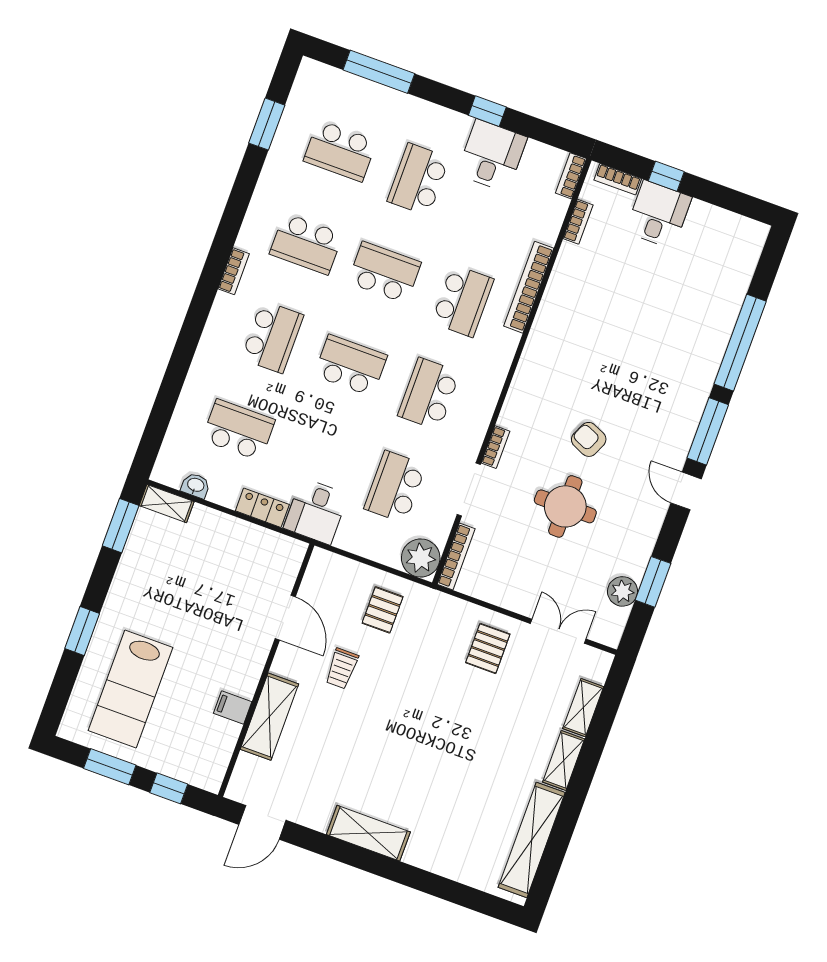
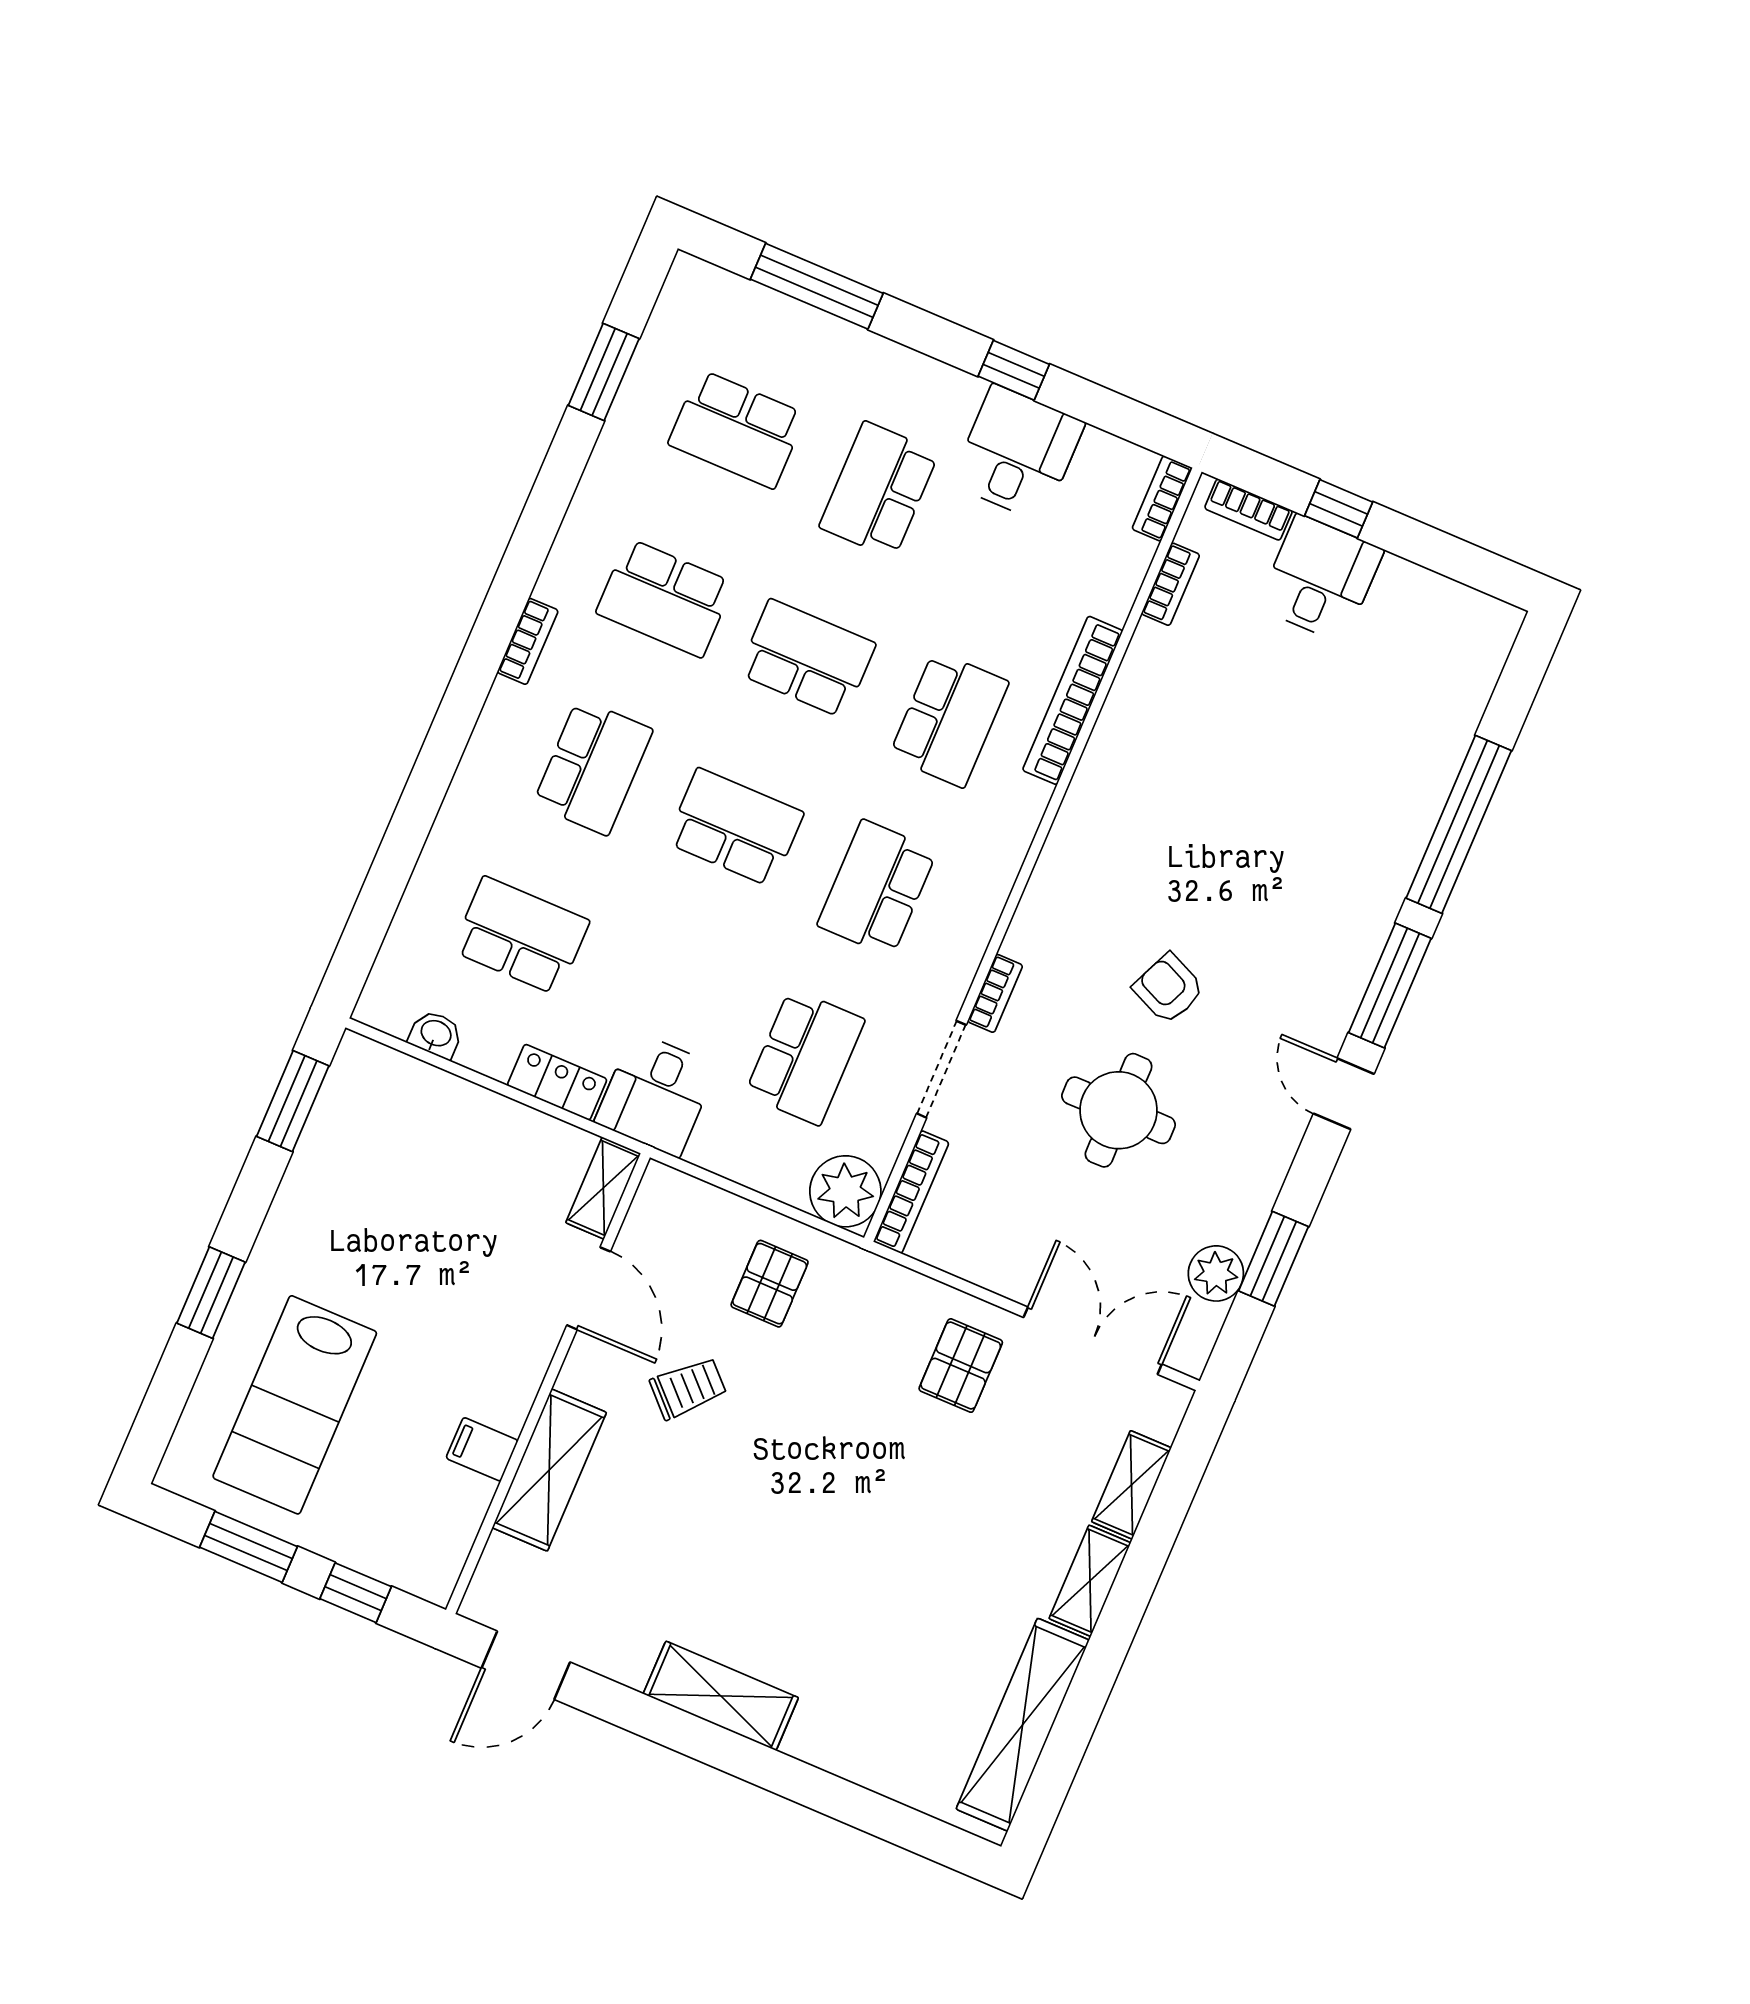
school desk: (395, 487) -> (805, 1057), turned 180
shelving: (167, 504) -> (603, 1188), moved, turned 90
double door: (558, 631) -> (1093, 1341), width x1.37
trolley: (342, 668) -> (688, 1388), turned -135

